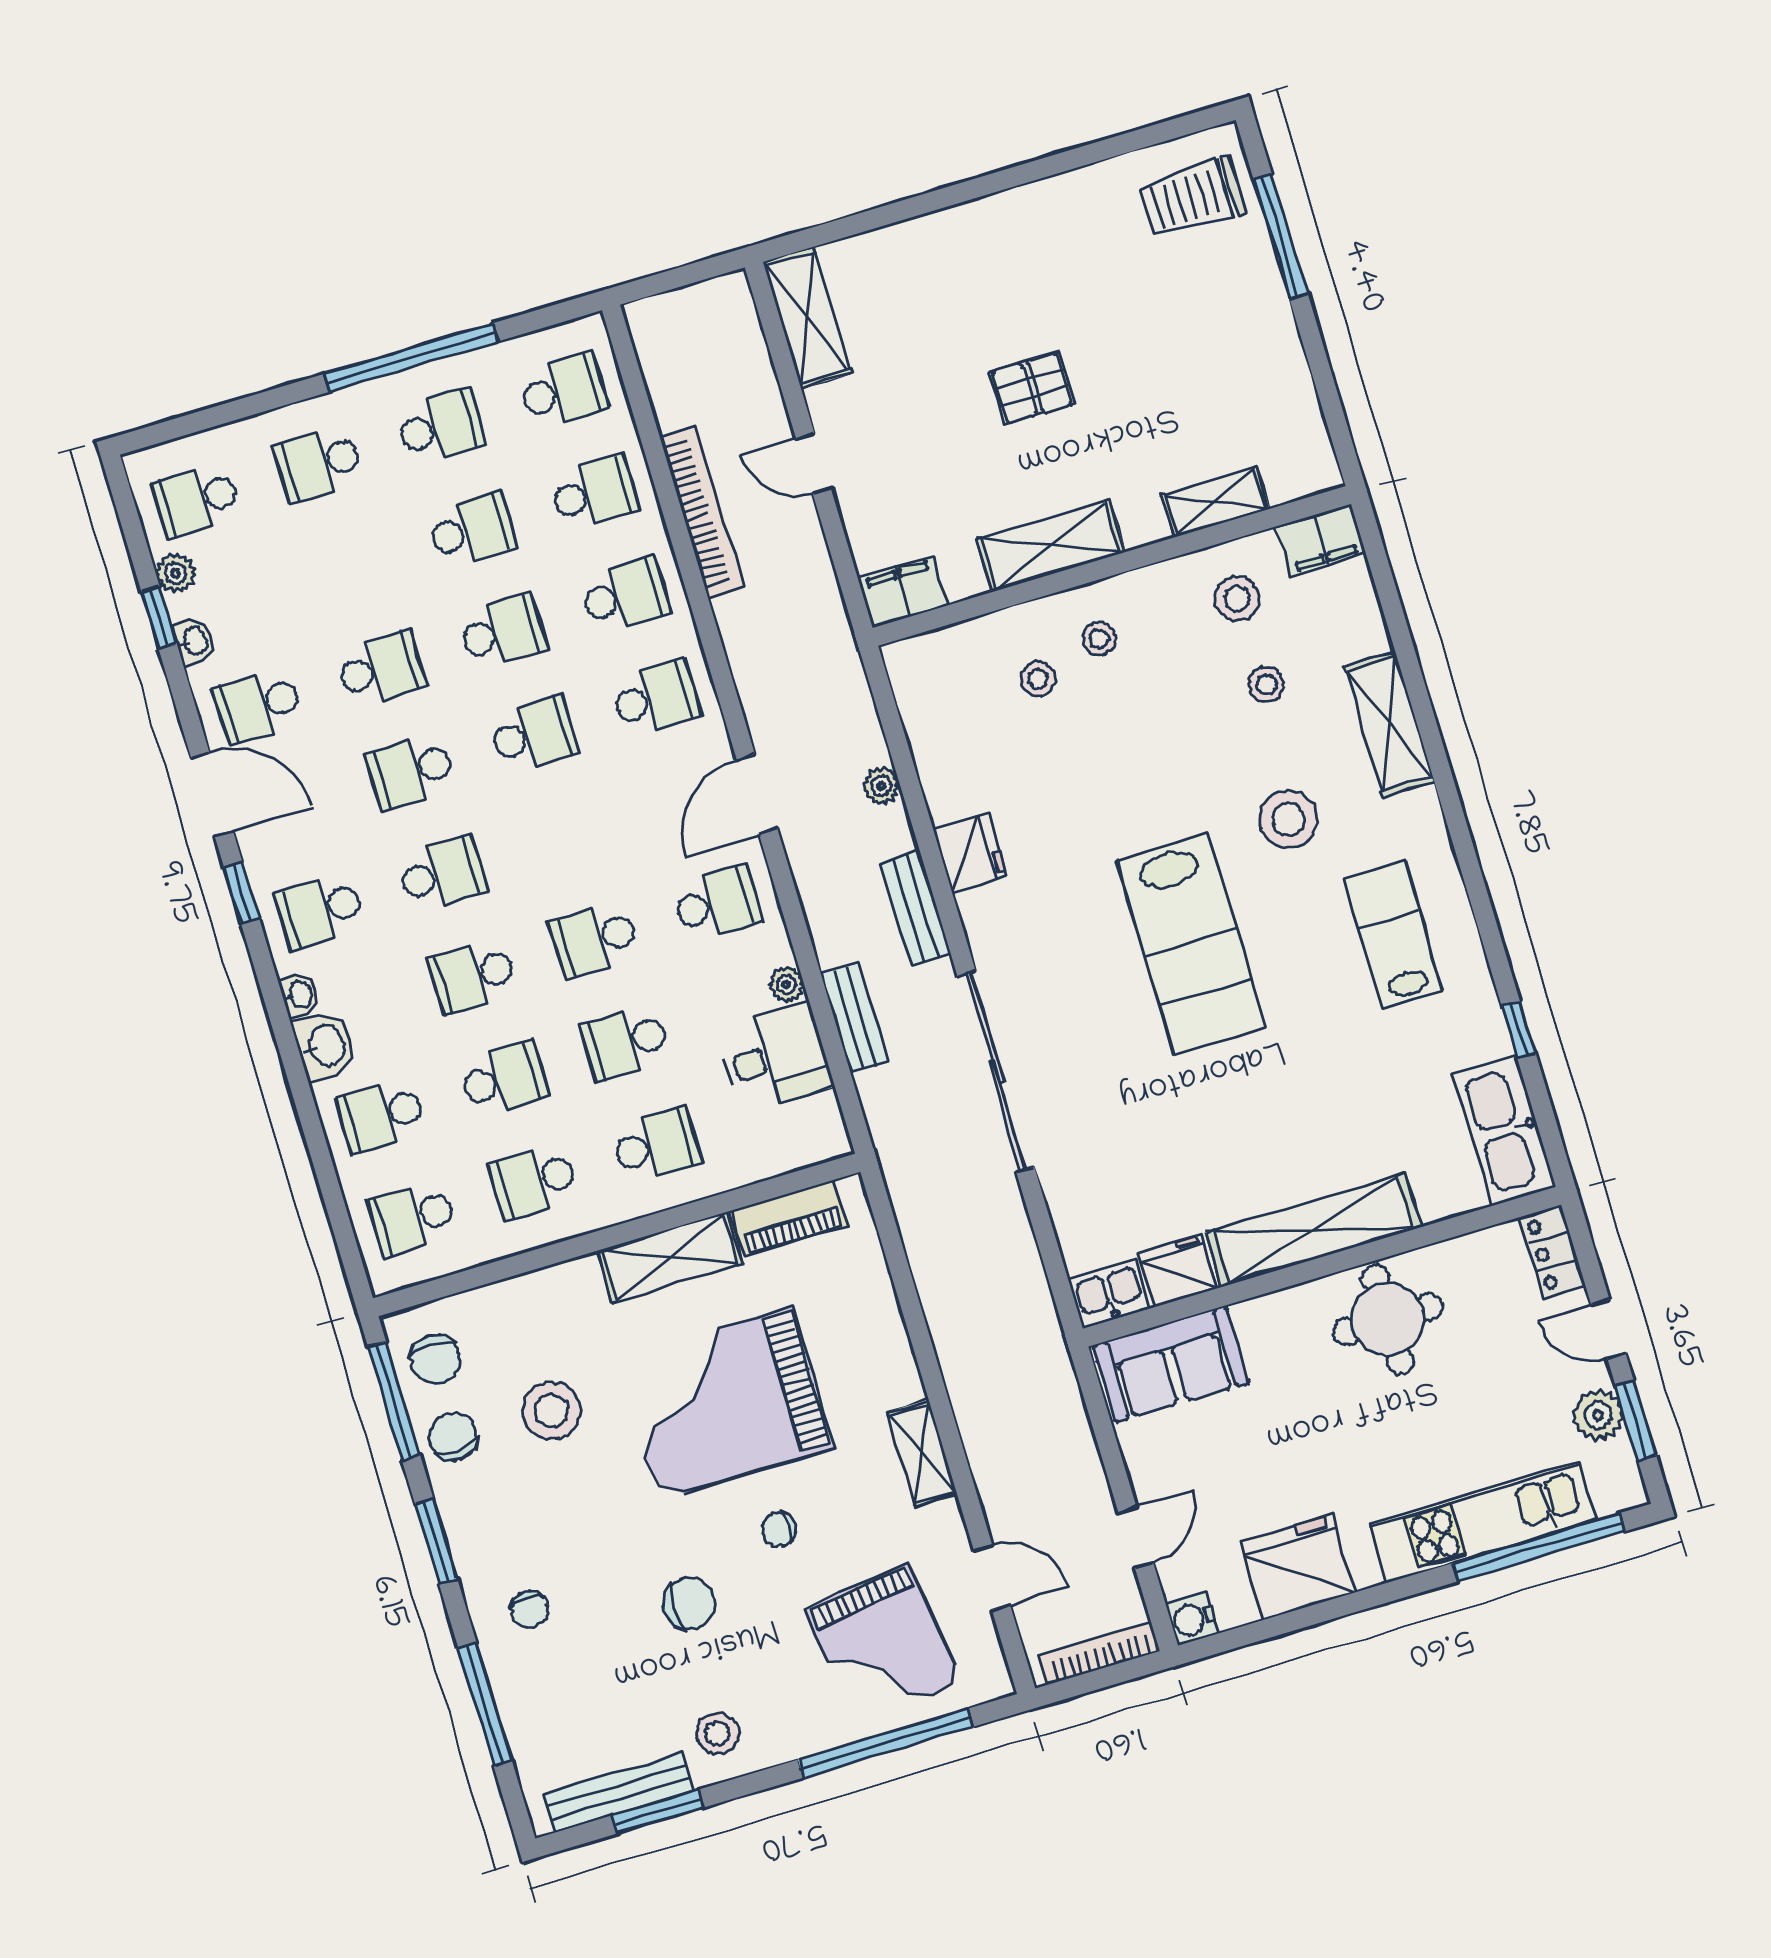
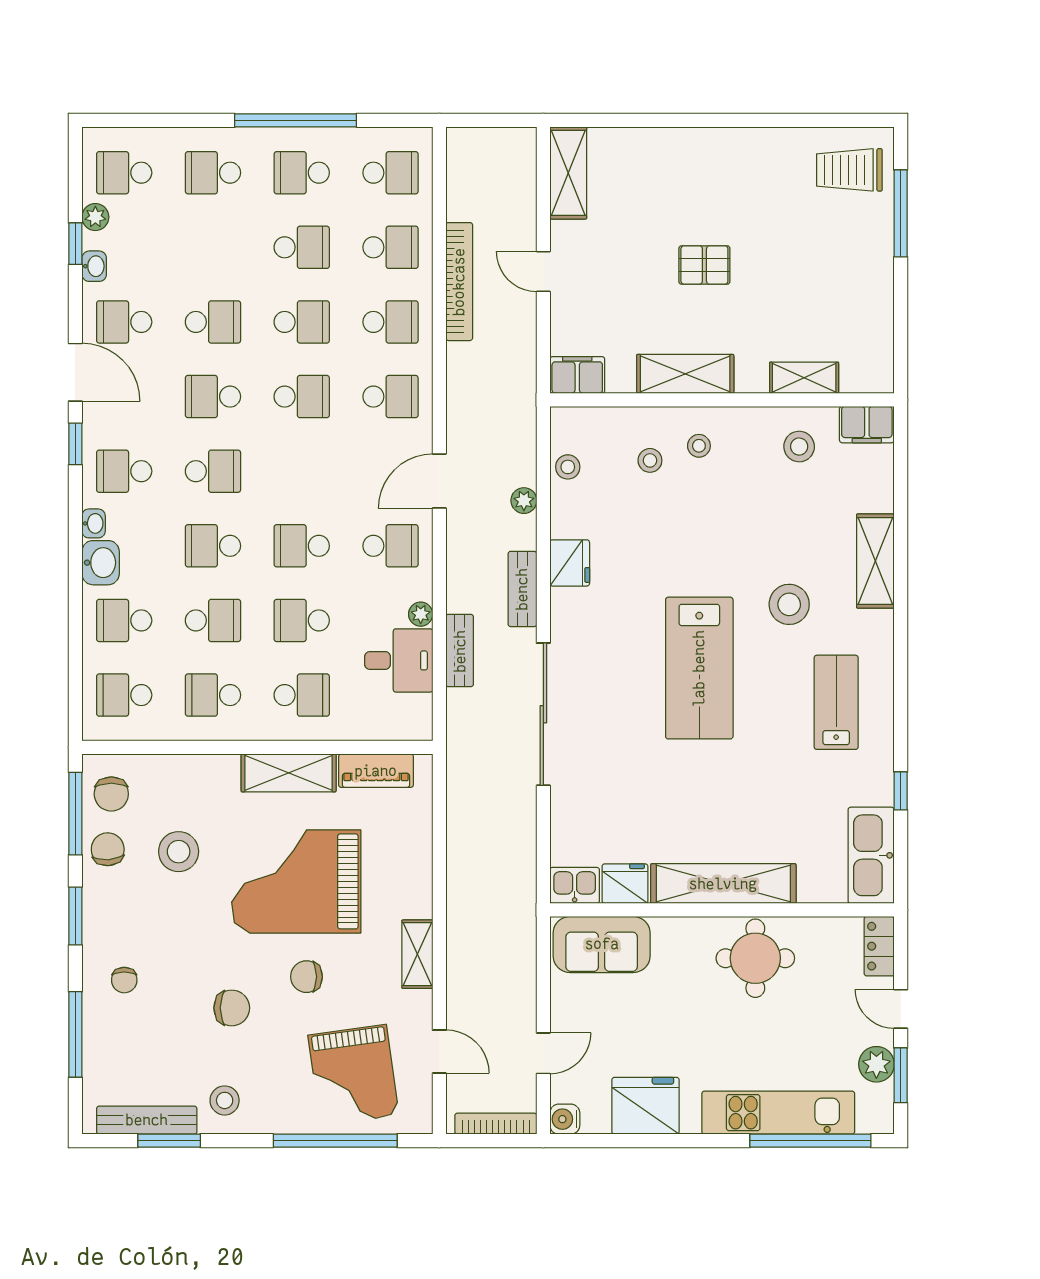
school desk: (441, 427) -> (302, 173), turned 180
stool: (1266, 684) -> (568, 467), moved
chair: (779, 1530) -> (306, 977), width x1.37, depth x1.37

